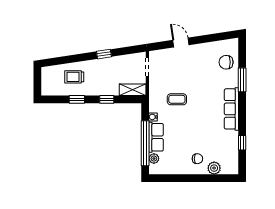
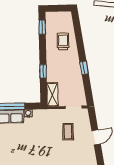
window: (77, 99) -> (42, 27), moved
coffee table: (177, 99) -> (68, 132), moved

